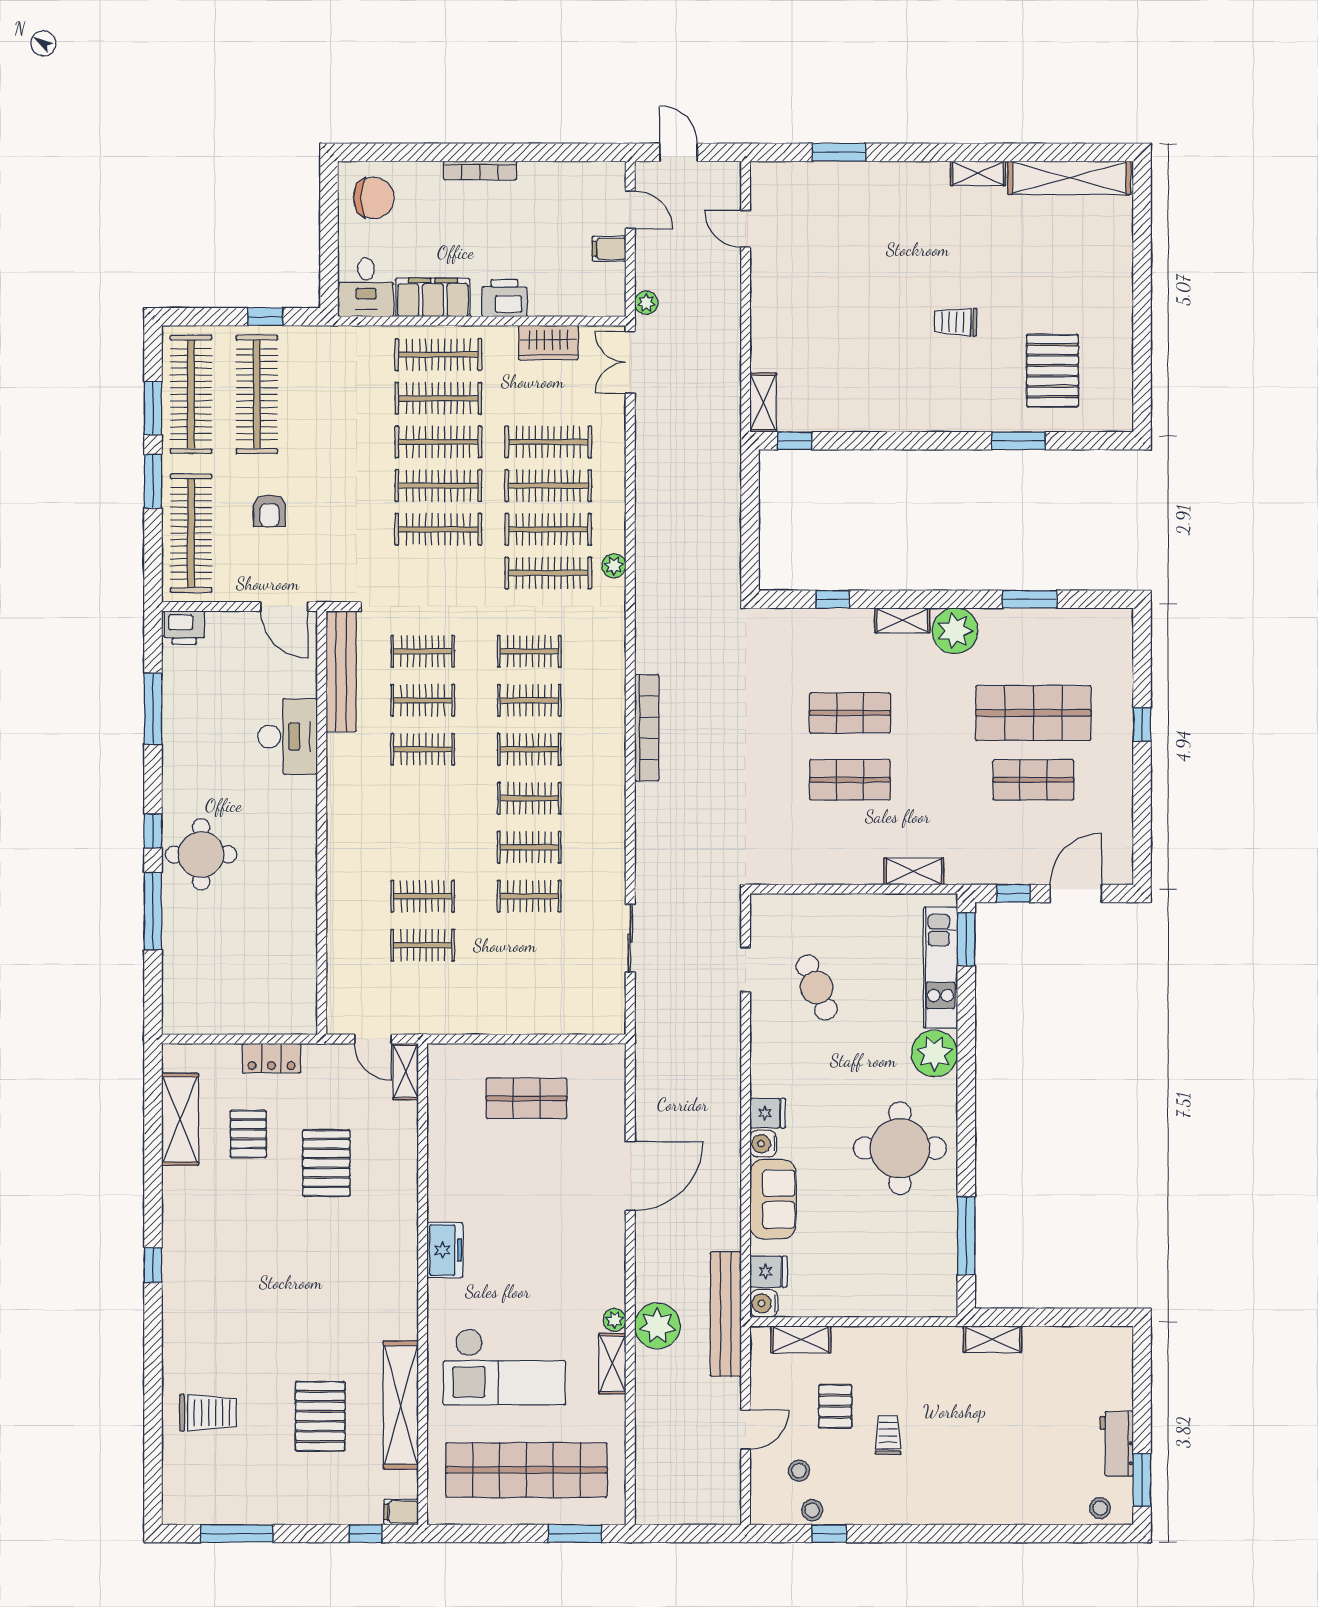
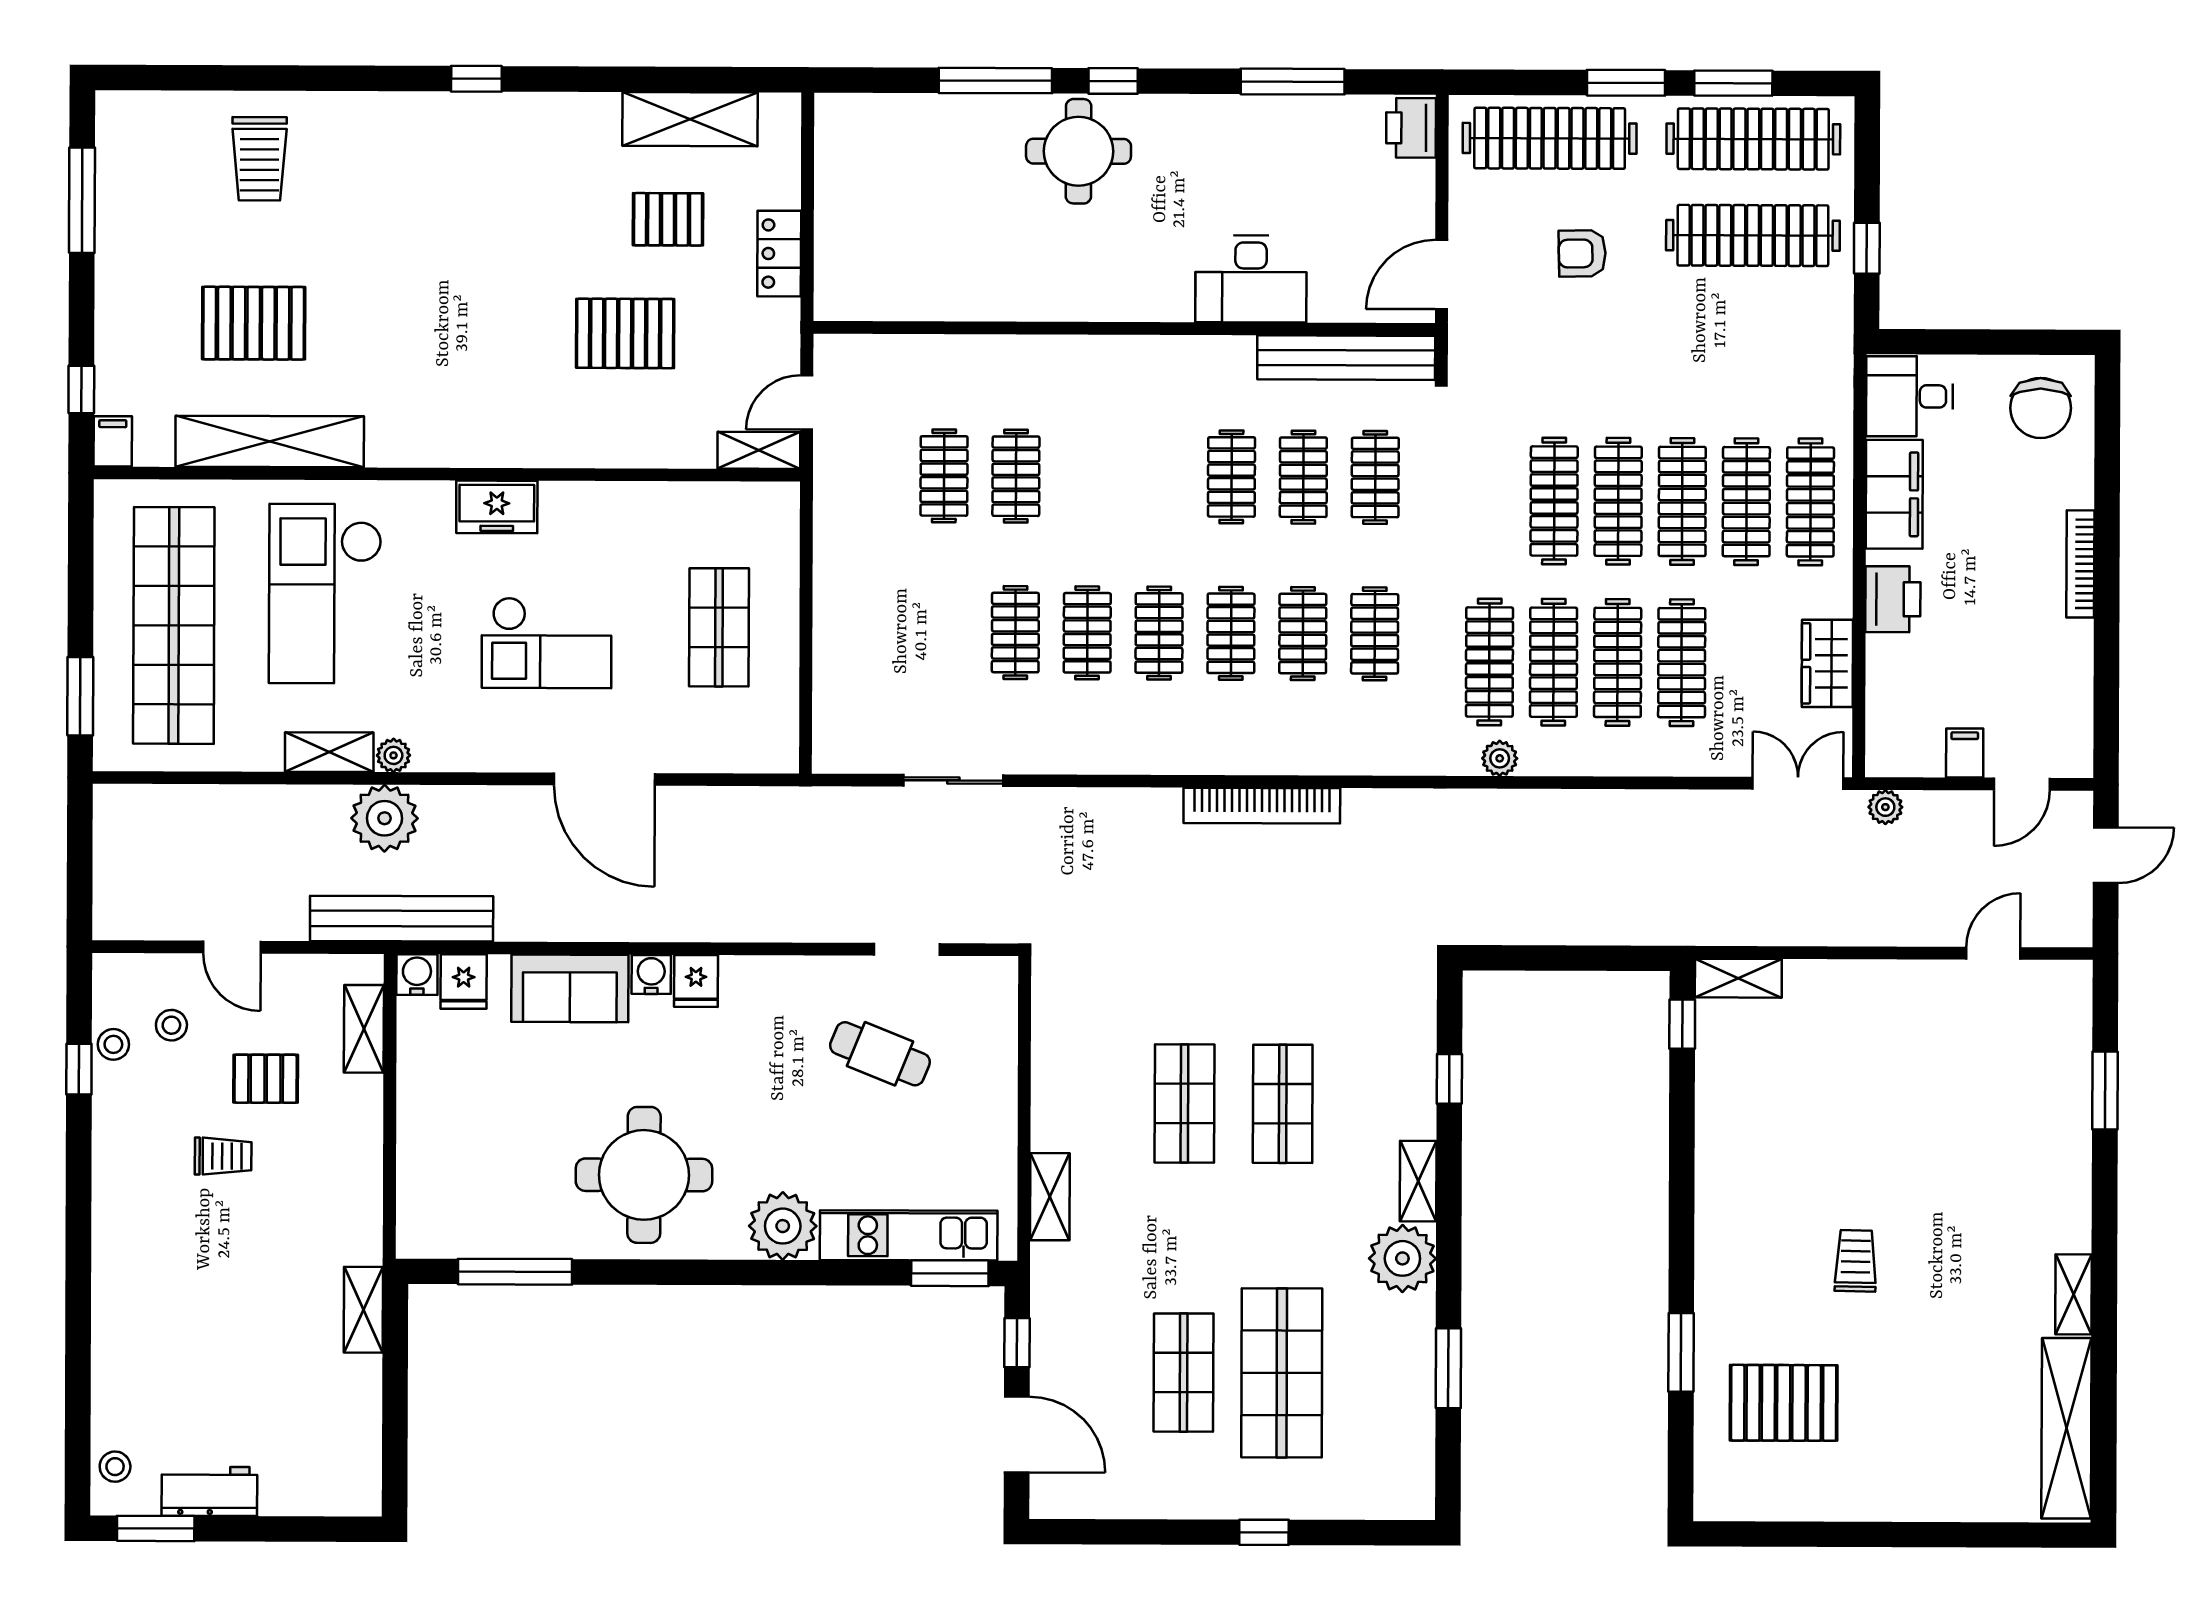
cafe table: (817, 988) -> (880, 1054), turned 45
checkout: (537, 1216) -> (547, 643), added

